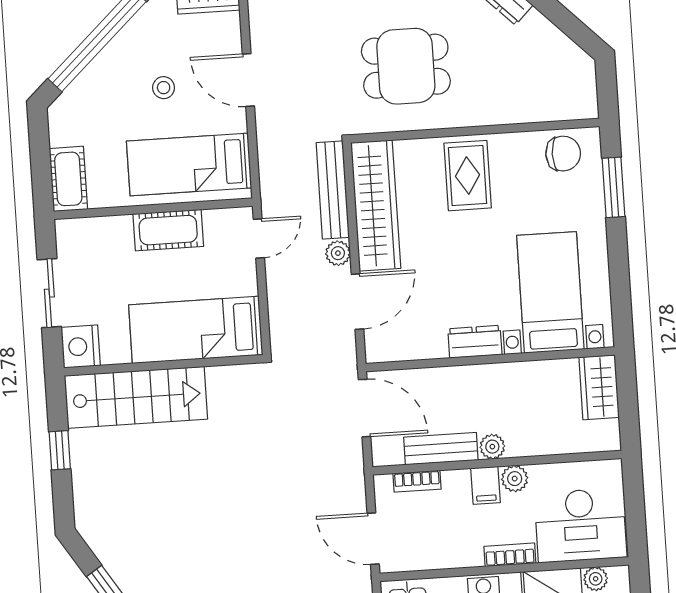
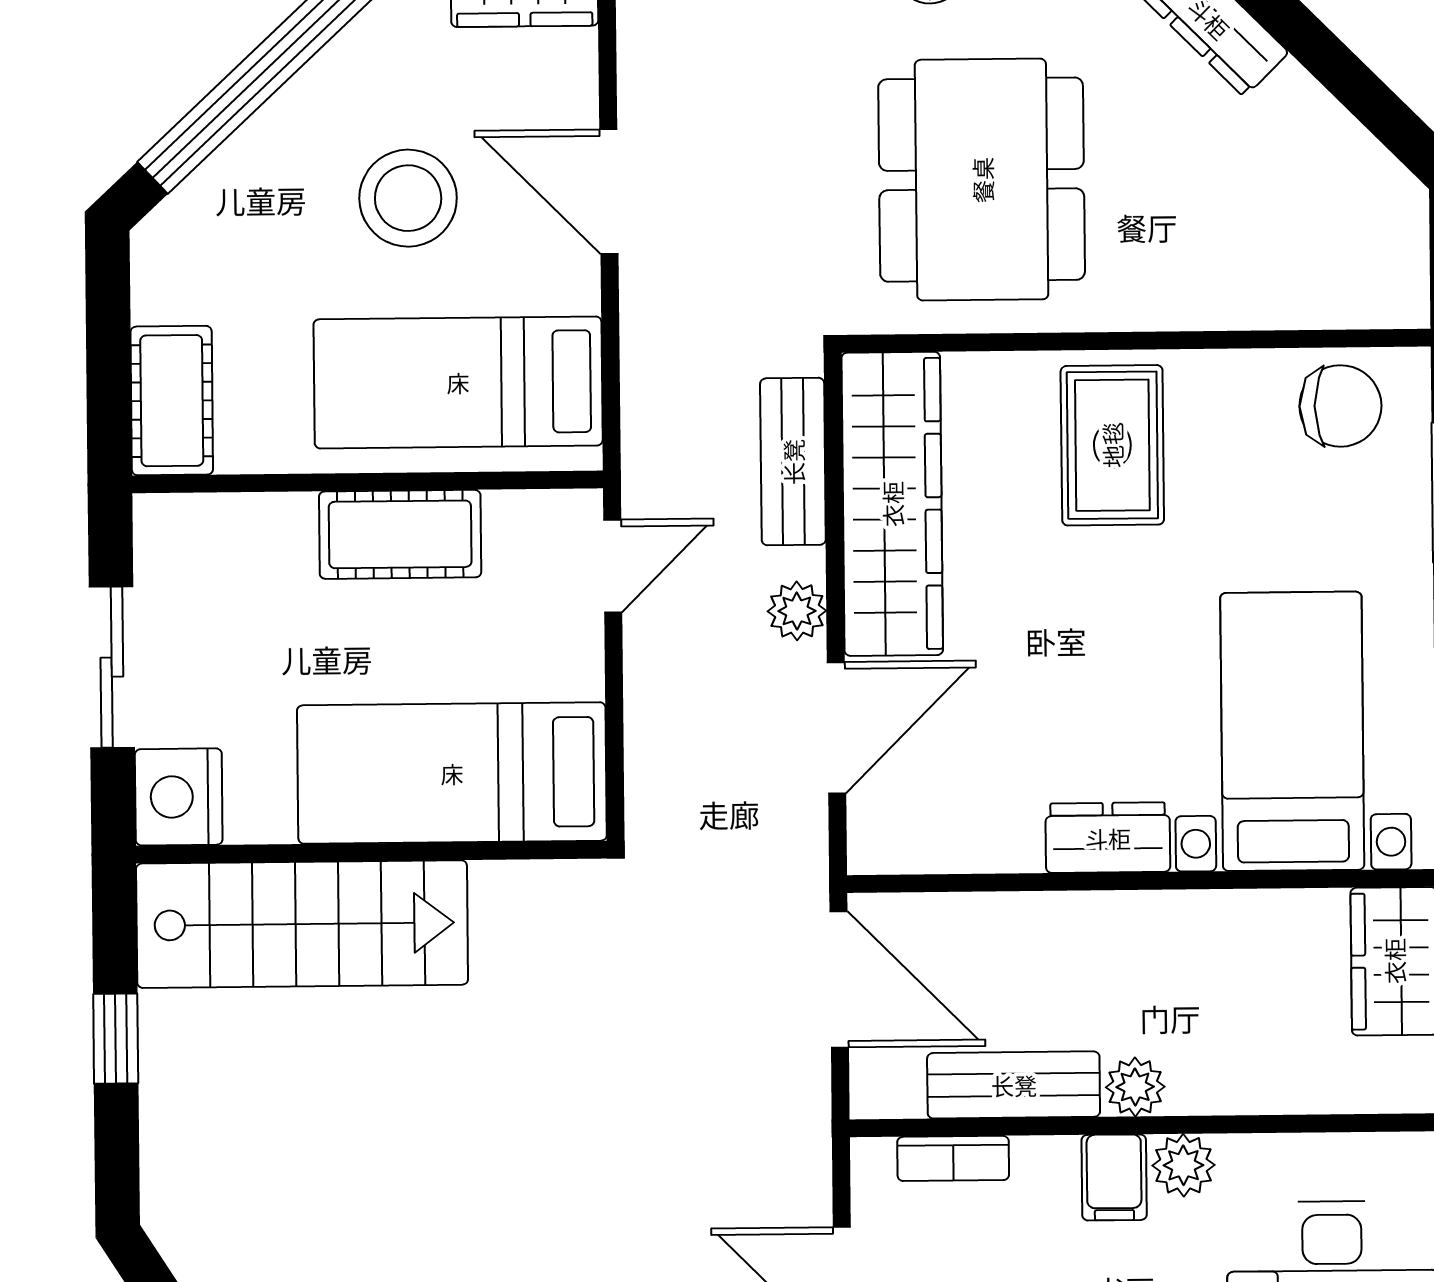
dining table: (406, 66) -> (982, 180), width x1.38
stool: (164, 88) -> (408, 198), width x1.89, depth x1.89
bench: (333, 190) -> (793, 462), width x0.73

